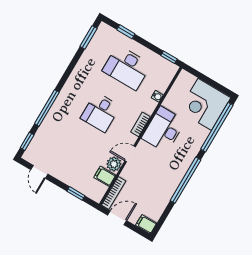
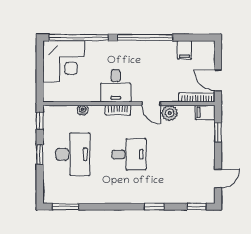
window: (126, 32) -> (40, 155), moved
window: (47, 108) -> (154, 207), width x0.46
desk: (164, 130) -> (116, 86), width x0.73
filing cabinet: (105, 176) -> (205, 112), moved, turned 90
filing cabinet: (146, 224) -> (184, 50), moved

